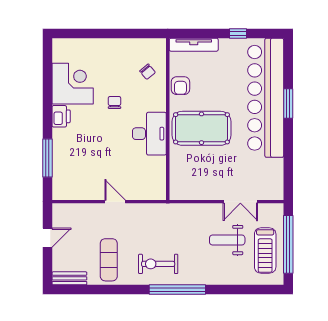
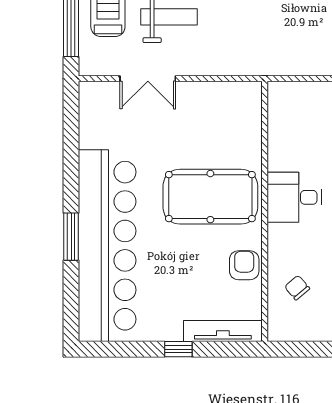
window: (238, 33) -> (178, 349), moved
desk: (149, 134) -> (294, 197), width x0.73
double door: (240, 202) -> (148, 79), swing flipped

